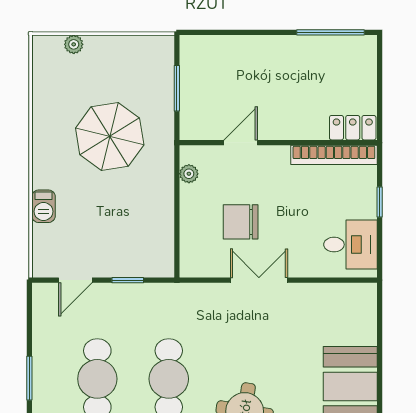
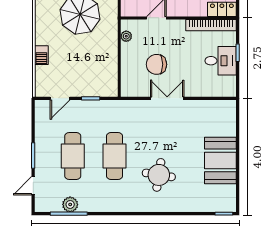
desk: (350, 245) -> (221, 61), moved

